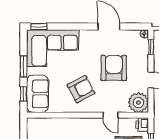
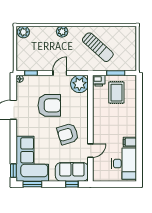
window: (23, 66) -> (32, 184), moved
armchair: (114, 68) -> (49, 105), turned 180
armchair: (81, 89) -> (68, 134), turned -79
door: (110, 115) -> (90, 151), moved

